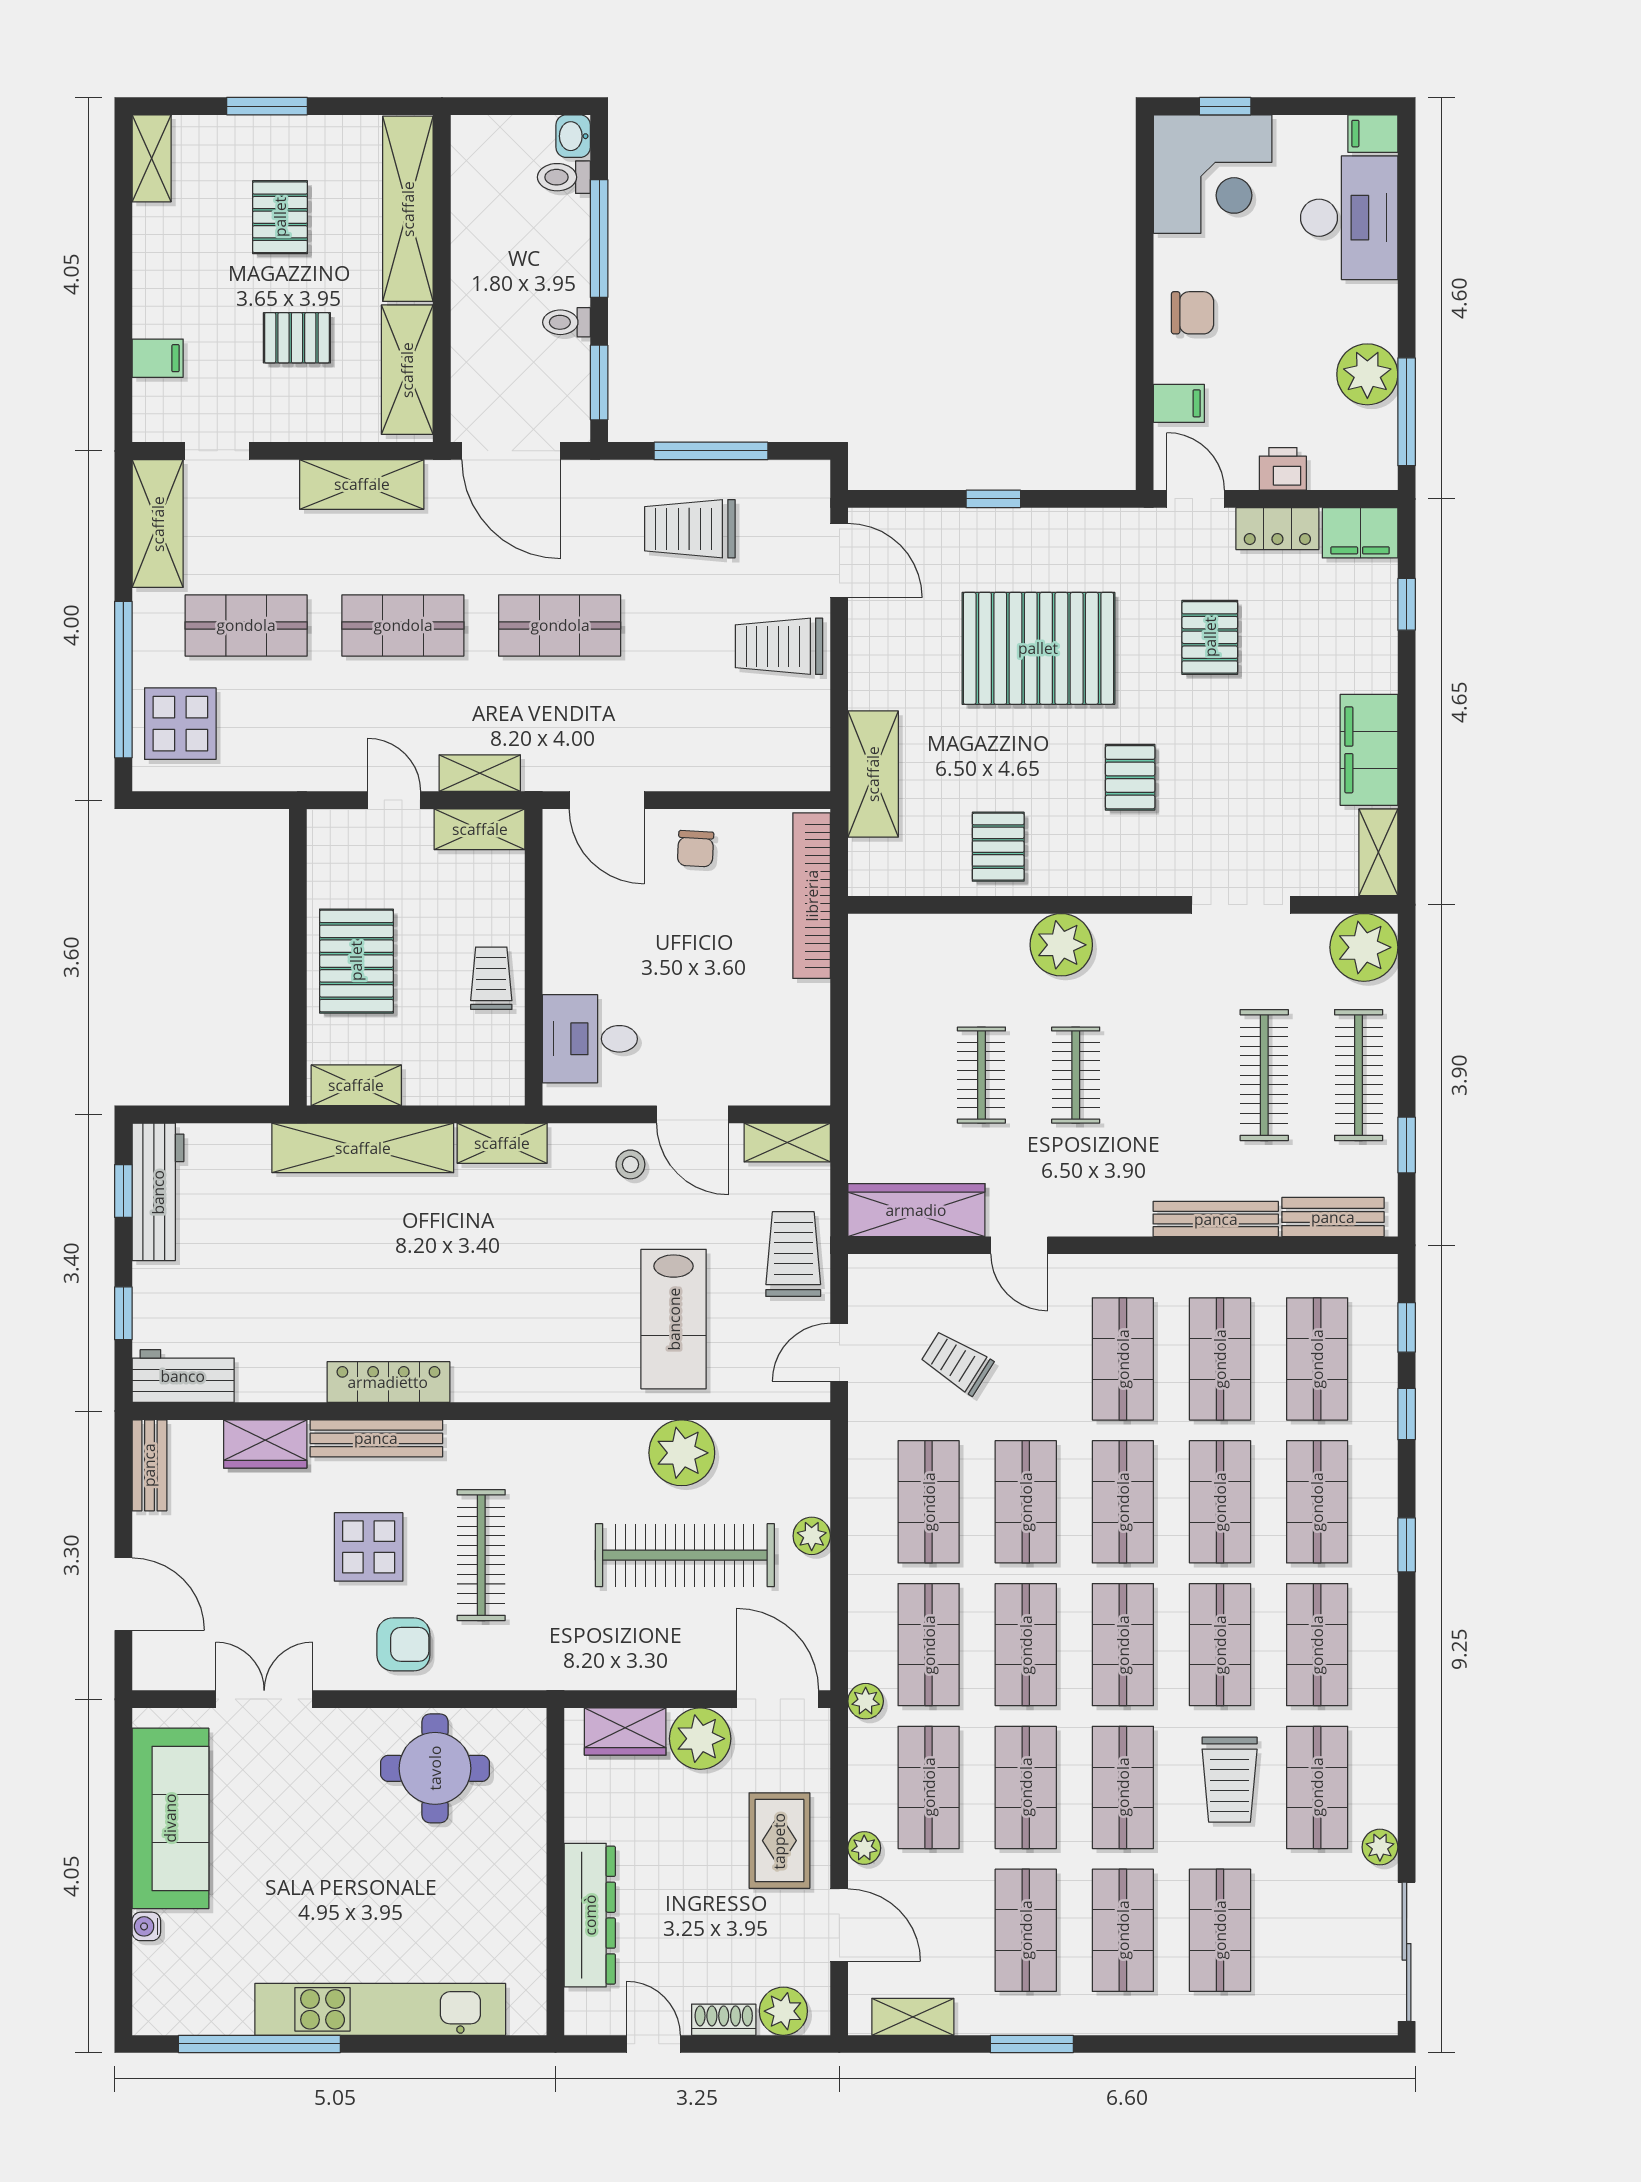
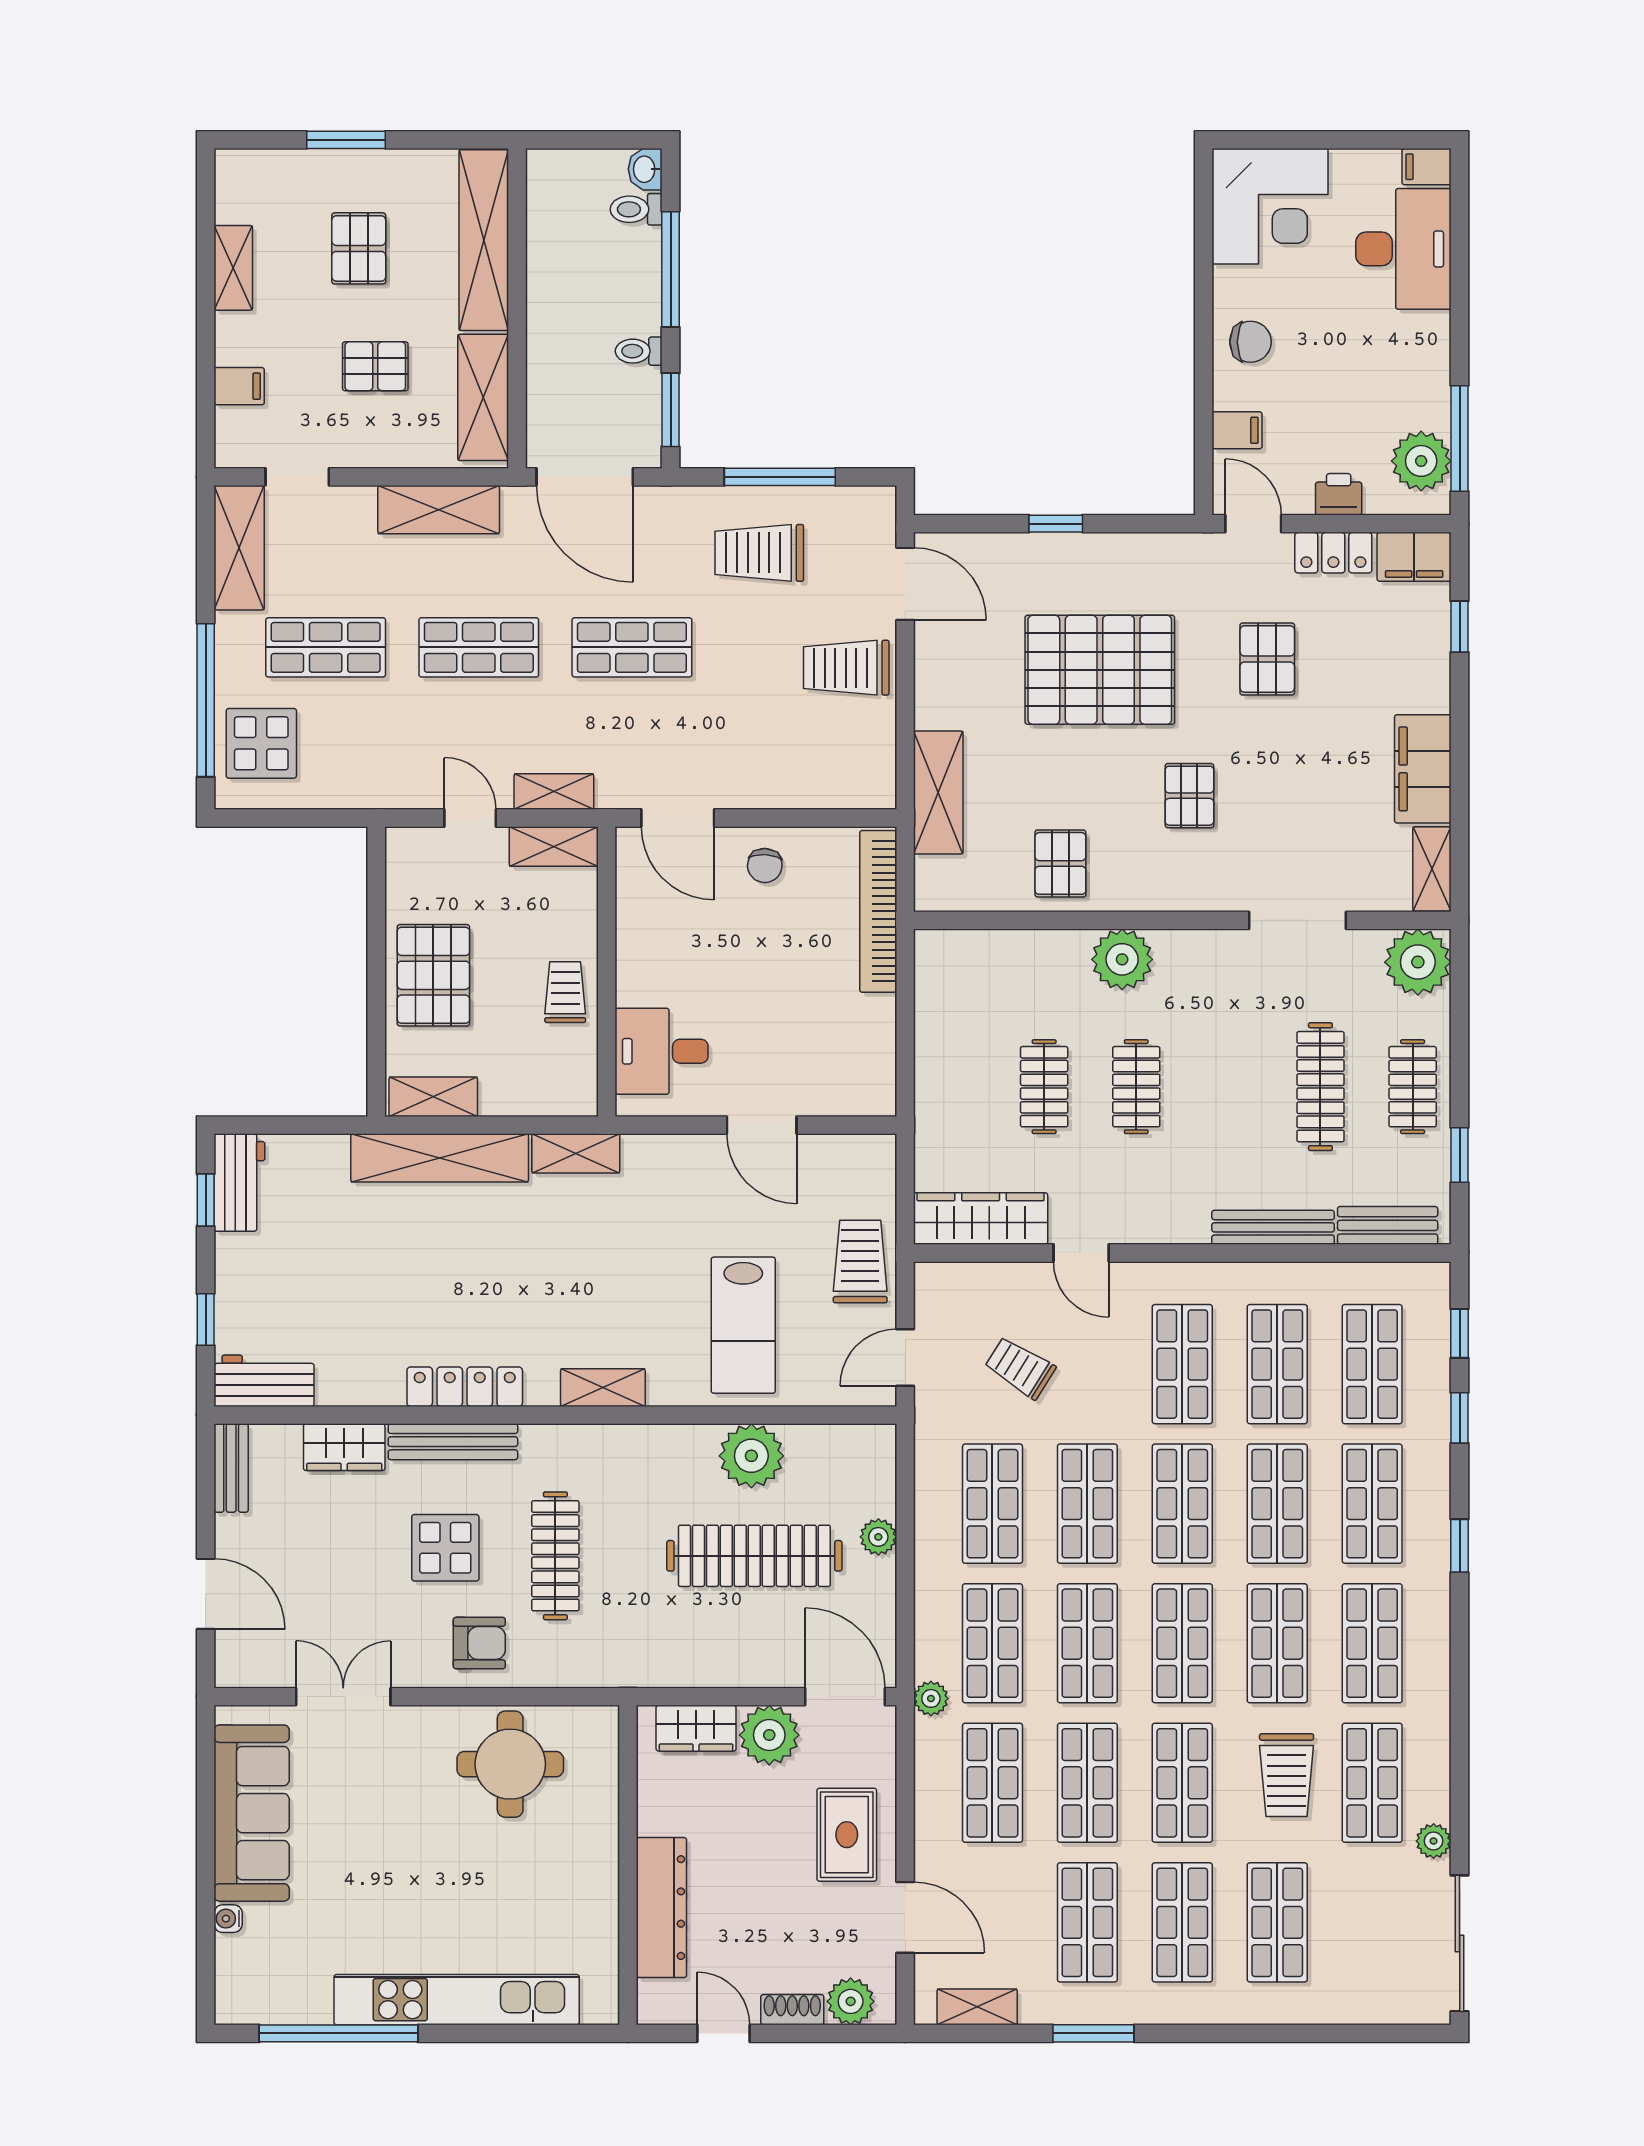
window: (1225, 106) -> (1282, 140), removed
shelving: (152, 158) -> (233, 268), moved
plant: (1367, 374) -> (1421, 461), moved
clothes rail: (1359, 1075) -> (1413, 1087), width x0.73
shelving: (787, 1143) -> (603, 1388), moved
stool: (630, 1164) -> (701, 1174), removed
workbench: (158, 1192) -> (239, 1182), width x0.73
plant: (864, 1848) -> (930, 1842), removed

